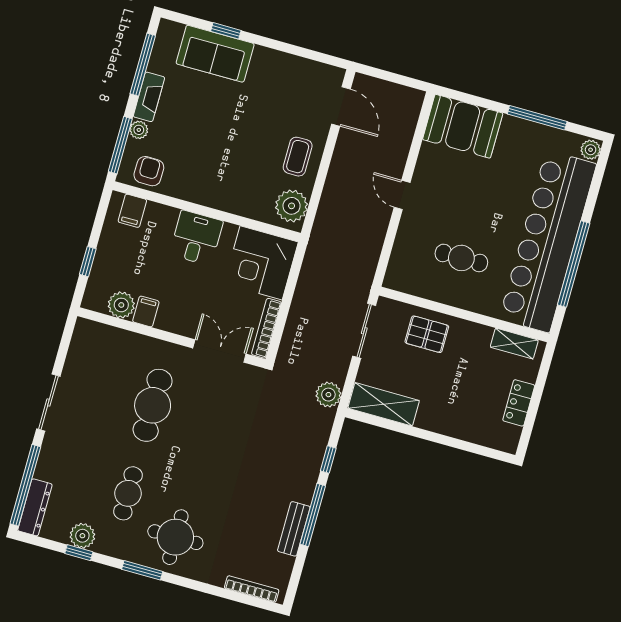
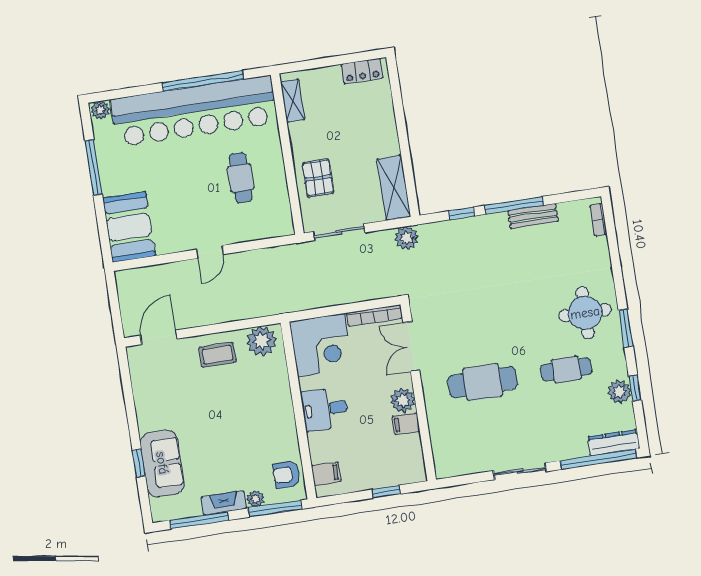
plant: (121, 305) -> (403, 400), moved
locker: (519, 403) -> (362, 71), moved
bookcase: (252, 589) -> (598, 220), width x0.64

